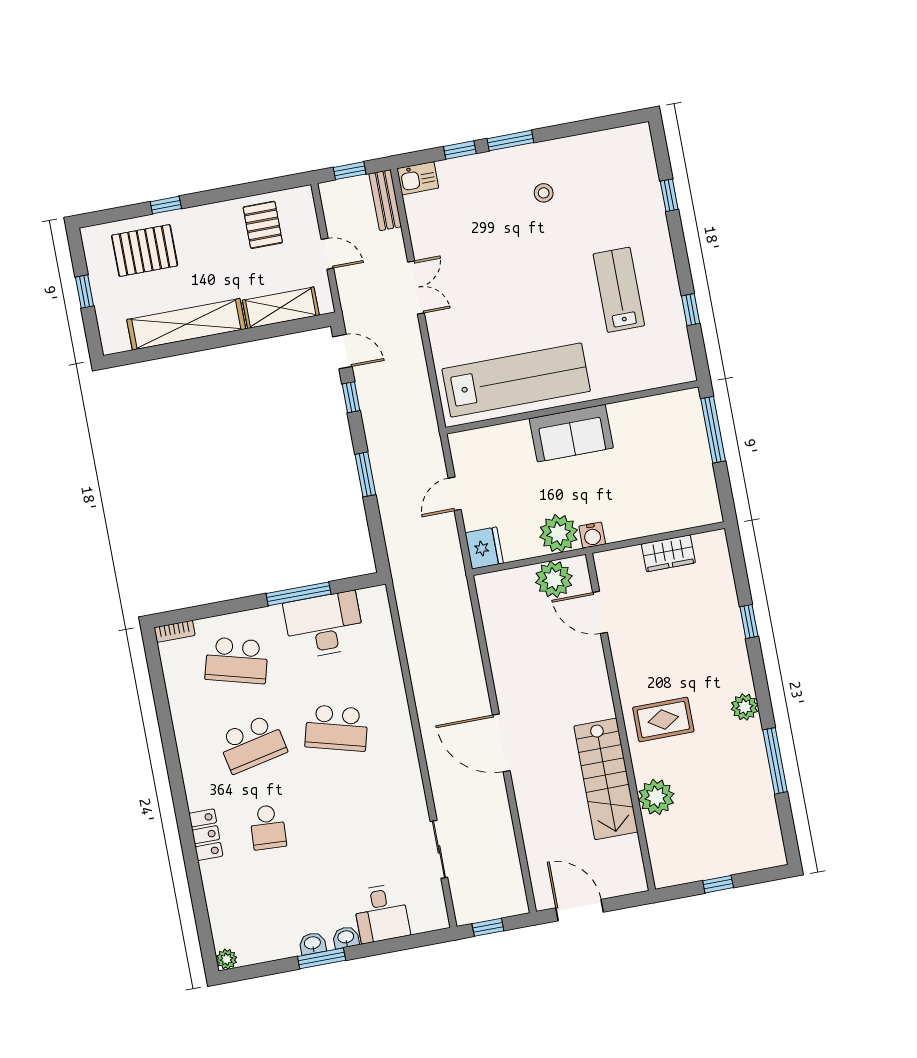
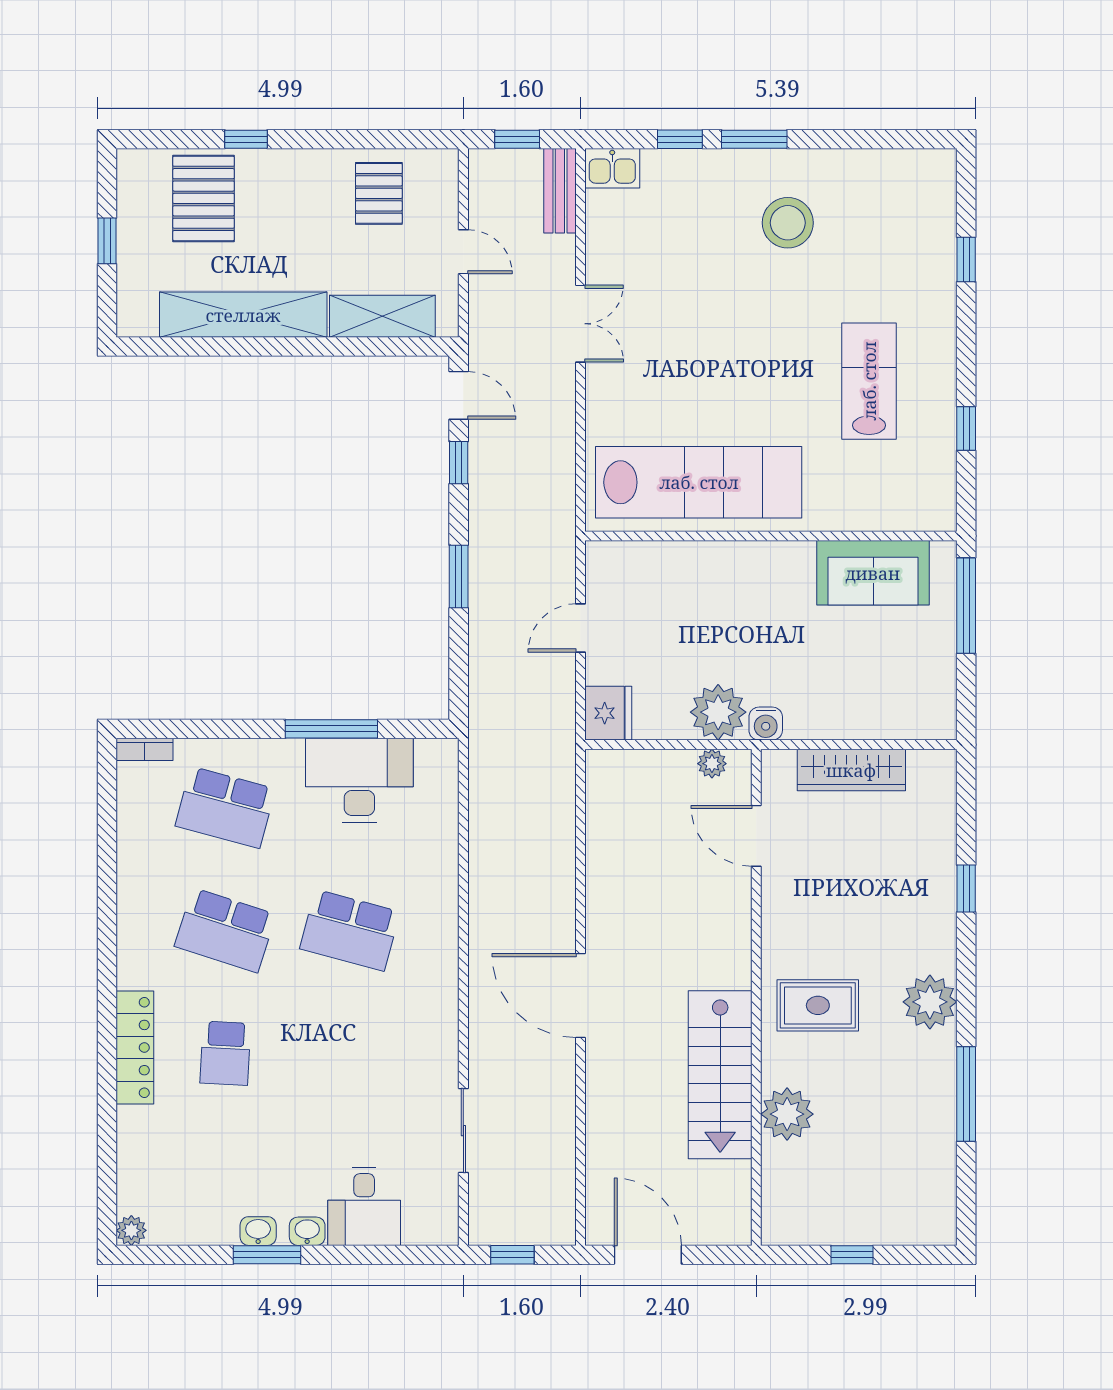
stool: (544, 193) -> (788, 223), width x1.89, depth x1.89
pallet: (145, 251) -> (204, 198), turned 90
sofa: (571, 433) -> (873, 573), moved
wardrobe: (668, 553) -> (851, 770), width x1.50
plant: (554, 579) -> (712, 764), width x0.53, depth x0.53
plant: (745, 707) -> (930, 1002), width x1.36, depth x1.36
school desk: (252, 744) -> (225, 930), turned 30
locker: (206, 835) -> (135, 1048), width x1.53

